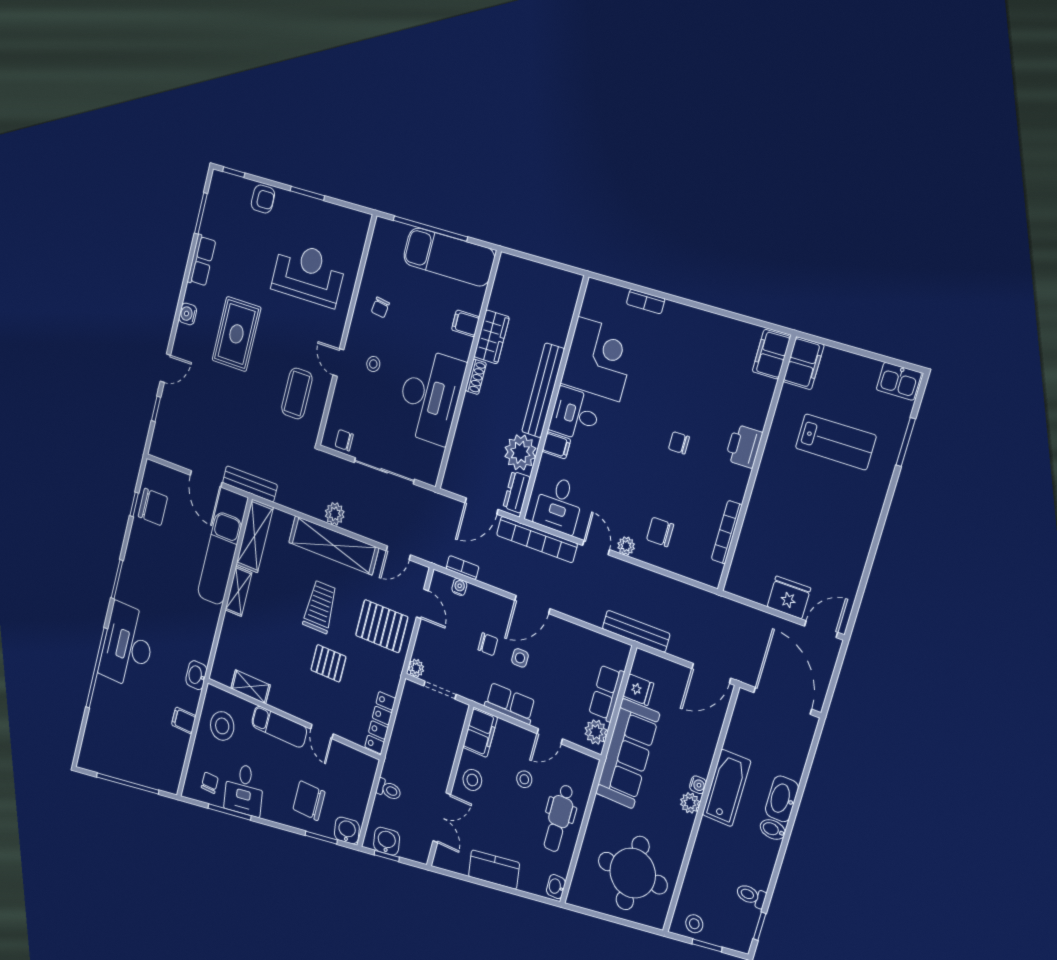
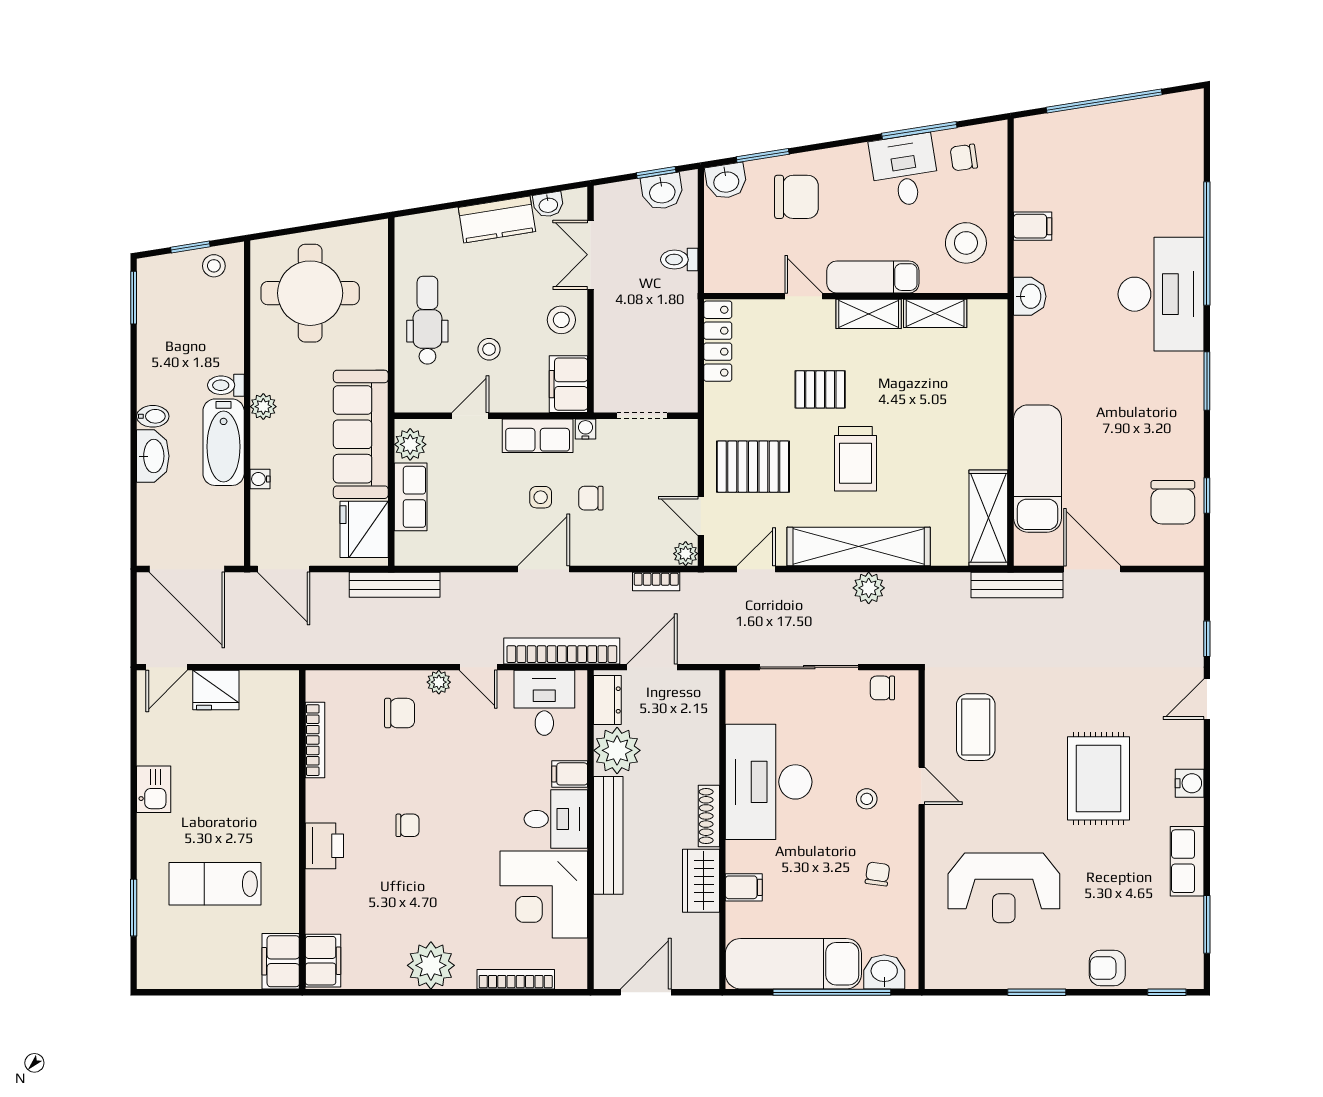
washbasin: (394, 234) -> (884, 972), added
door: (550, 263) -> (646, 992), added
bookcase: (646, 301) -> (516, 979), width x1.56
plant: (693, 327) -> (431, 965), added
shoe rack: (476, 377) -> (709, 816), width x1.43
kitchen sink: (899, 381) -> (154, 789), moved, turned 90
chair: (344, 440) -> (882, 688), turned 180
chair: (153, 507) -> (1173, 502), turned -90
water cooler: (459, 587) -> (585, 429), moved, turned 180
shelving: (239, 591) -> (869, 314), moved, turned 90
plant: (416, 668) -> (686, 554), moved
door: (711, 673) -> (284, 569), swing flipped
fridge: (638, 690) -> (364, 529), width x1.88, depth x1.34
chair: (210, 783) -> (964, 158), turned 82
water cooler: (698, 785) -> (260, 479), moved
washbasin: (556, 887) -> (548, 205), moved, turned 81
toilet: (751, 896) -> (226, 385), moved, turned 180
window: (760, 926) -> (134, 298), width x1.50

